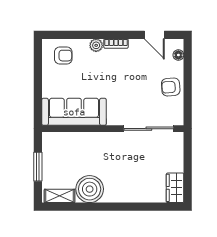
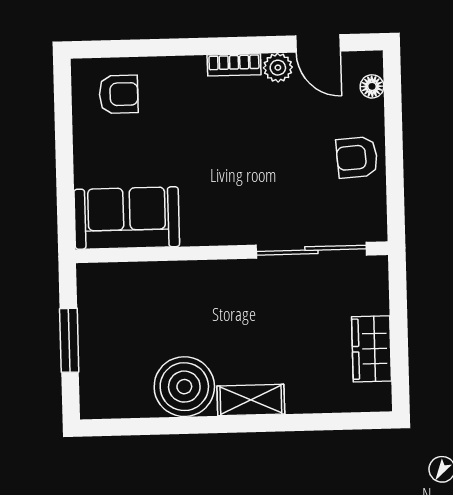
plant: (96, 45) -> (278, 68), moved
sofa: (74, 112) -> (127, 218), width x0.73
wardrobe: (175, 188) -> (372, 349), moved
shelving: (60, 196) -> (251, 400), moved

